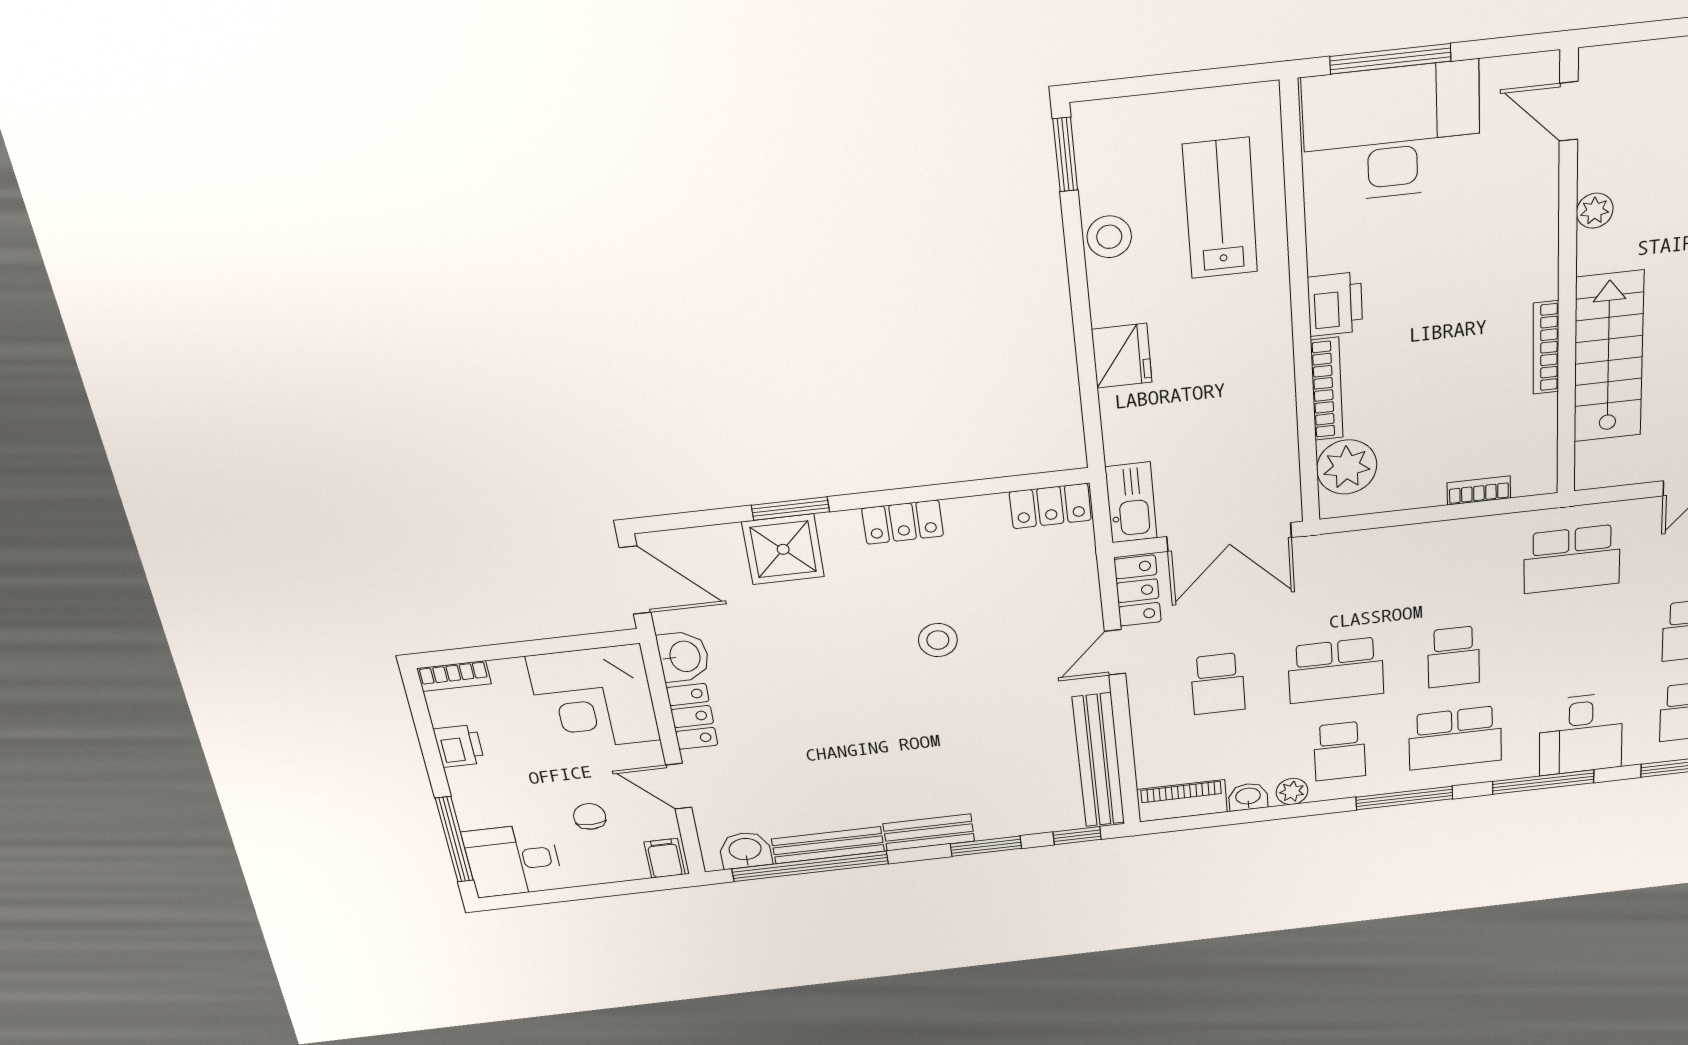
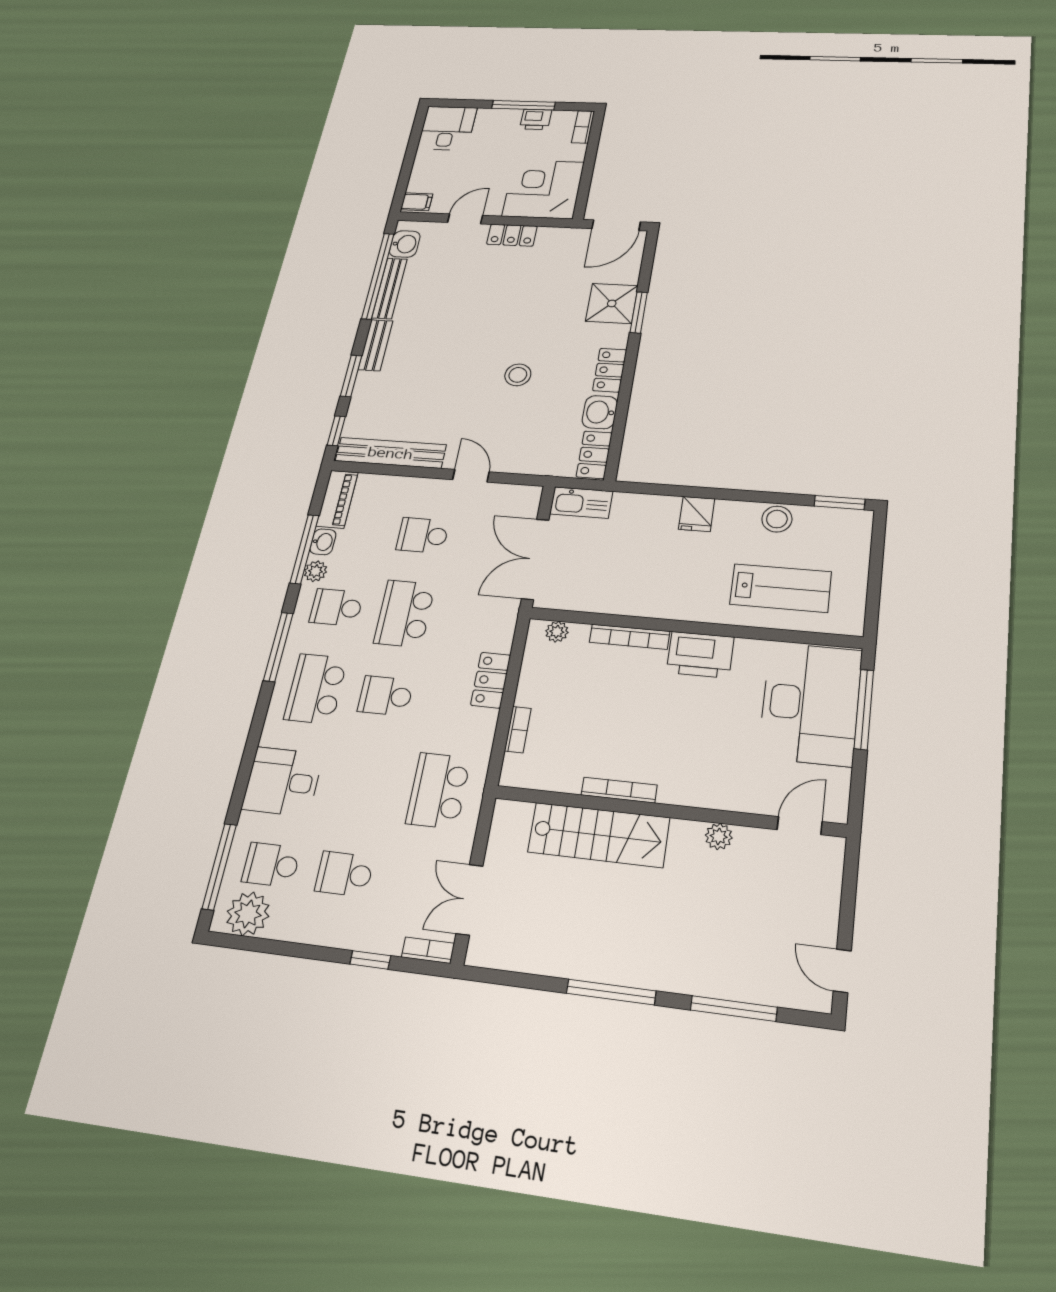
printer: (1335, 304) -> (700, 655), width x1.37, depth x1.19
fridge: (1122, 356) -> (697, 514), width x0.72
plant: (1347, 467) -> (557, 632), width x0.53, depth x0.53
locker: (1138, 591) -> (491, 680), moved, turned 90
washbasin: (684, 657) -> (600, 412), moved, turned 90
window: (1543, 782) -> (304, 549), moved
chair: (590, 816) -> (462, 171), removed
window: (454, 839) -> (523, 105), moved

